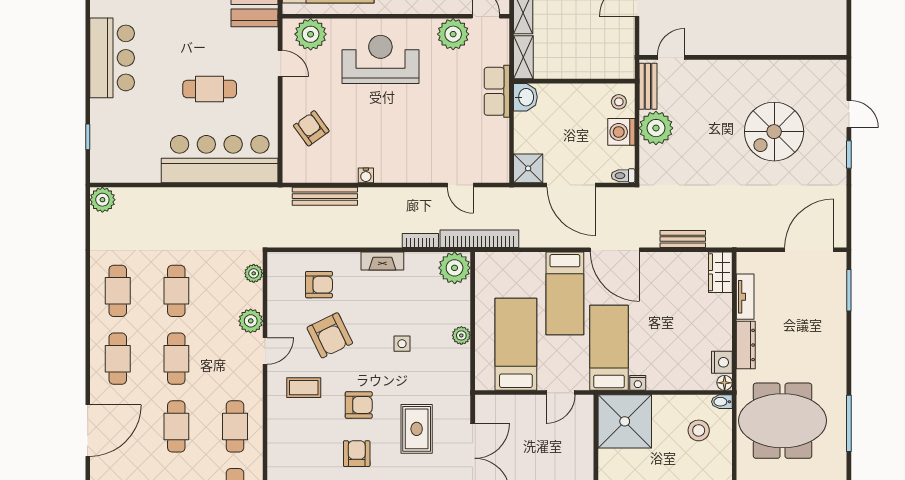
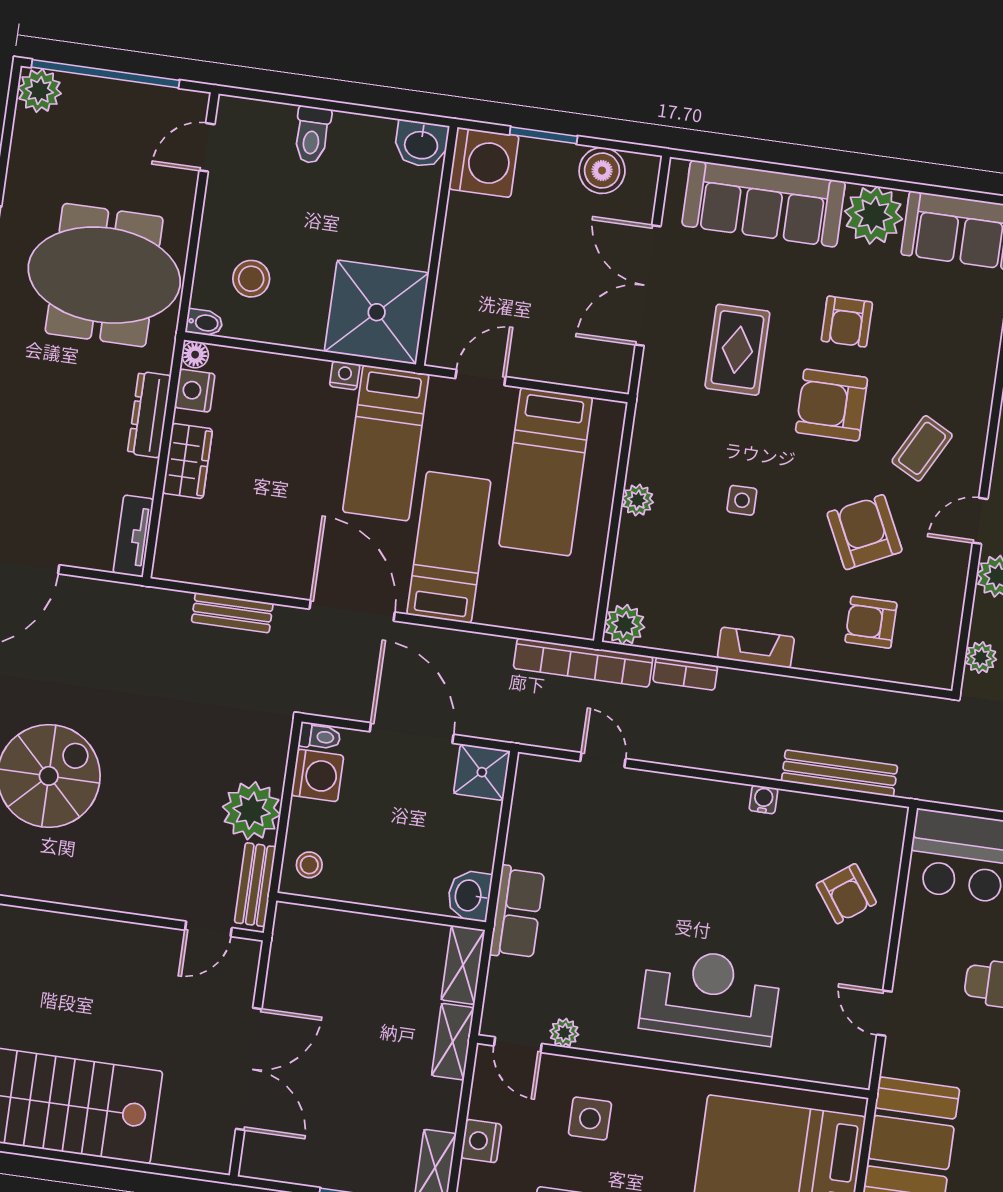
plant: (311, 34) -> (825, 1056), removed
plant: (453, 34) -> (564, 1033), width x0.53, depth x0.53
reception desk: (380, 59) -> (710, 996), turned 180
washing machine: (621, 132) -> (317, 775), moved
plant: (455, 268) -> (625, 625), width x0.73, depth x0.73
wardrobe: (720, 272) -> (187, 461), moved
tv unit: (745, 297) -> (133, 536), moved
coffee table: (304, 388) -> (922, 448), turned -62
armchair: (359, 405) -> (832, 405), width x1.38, depth x1.38

